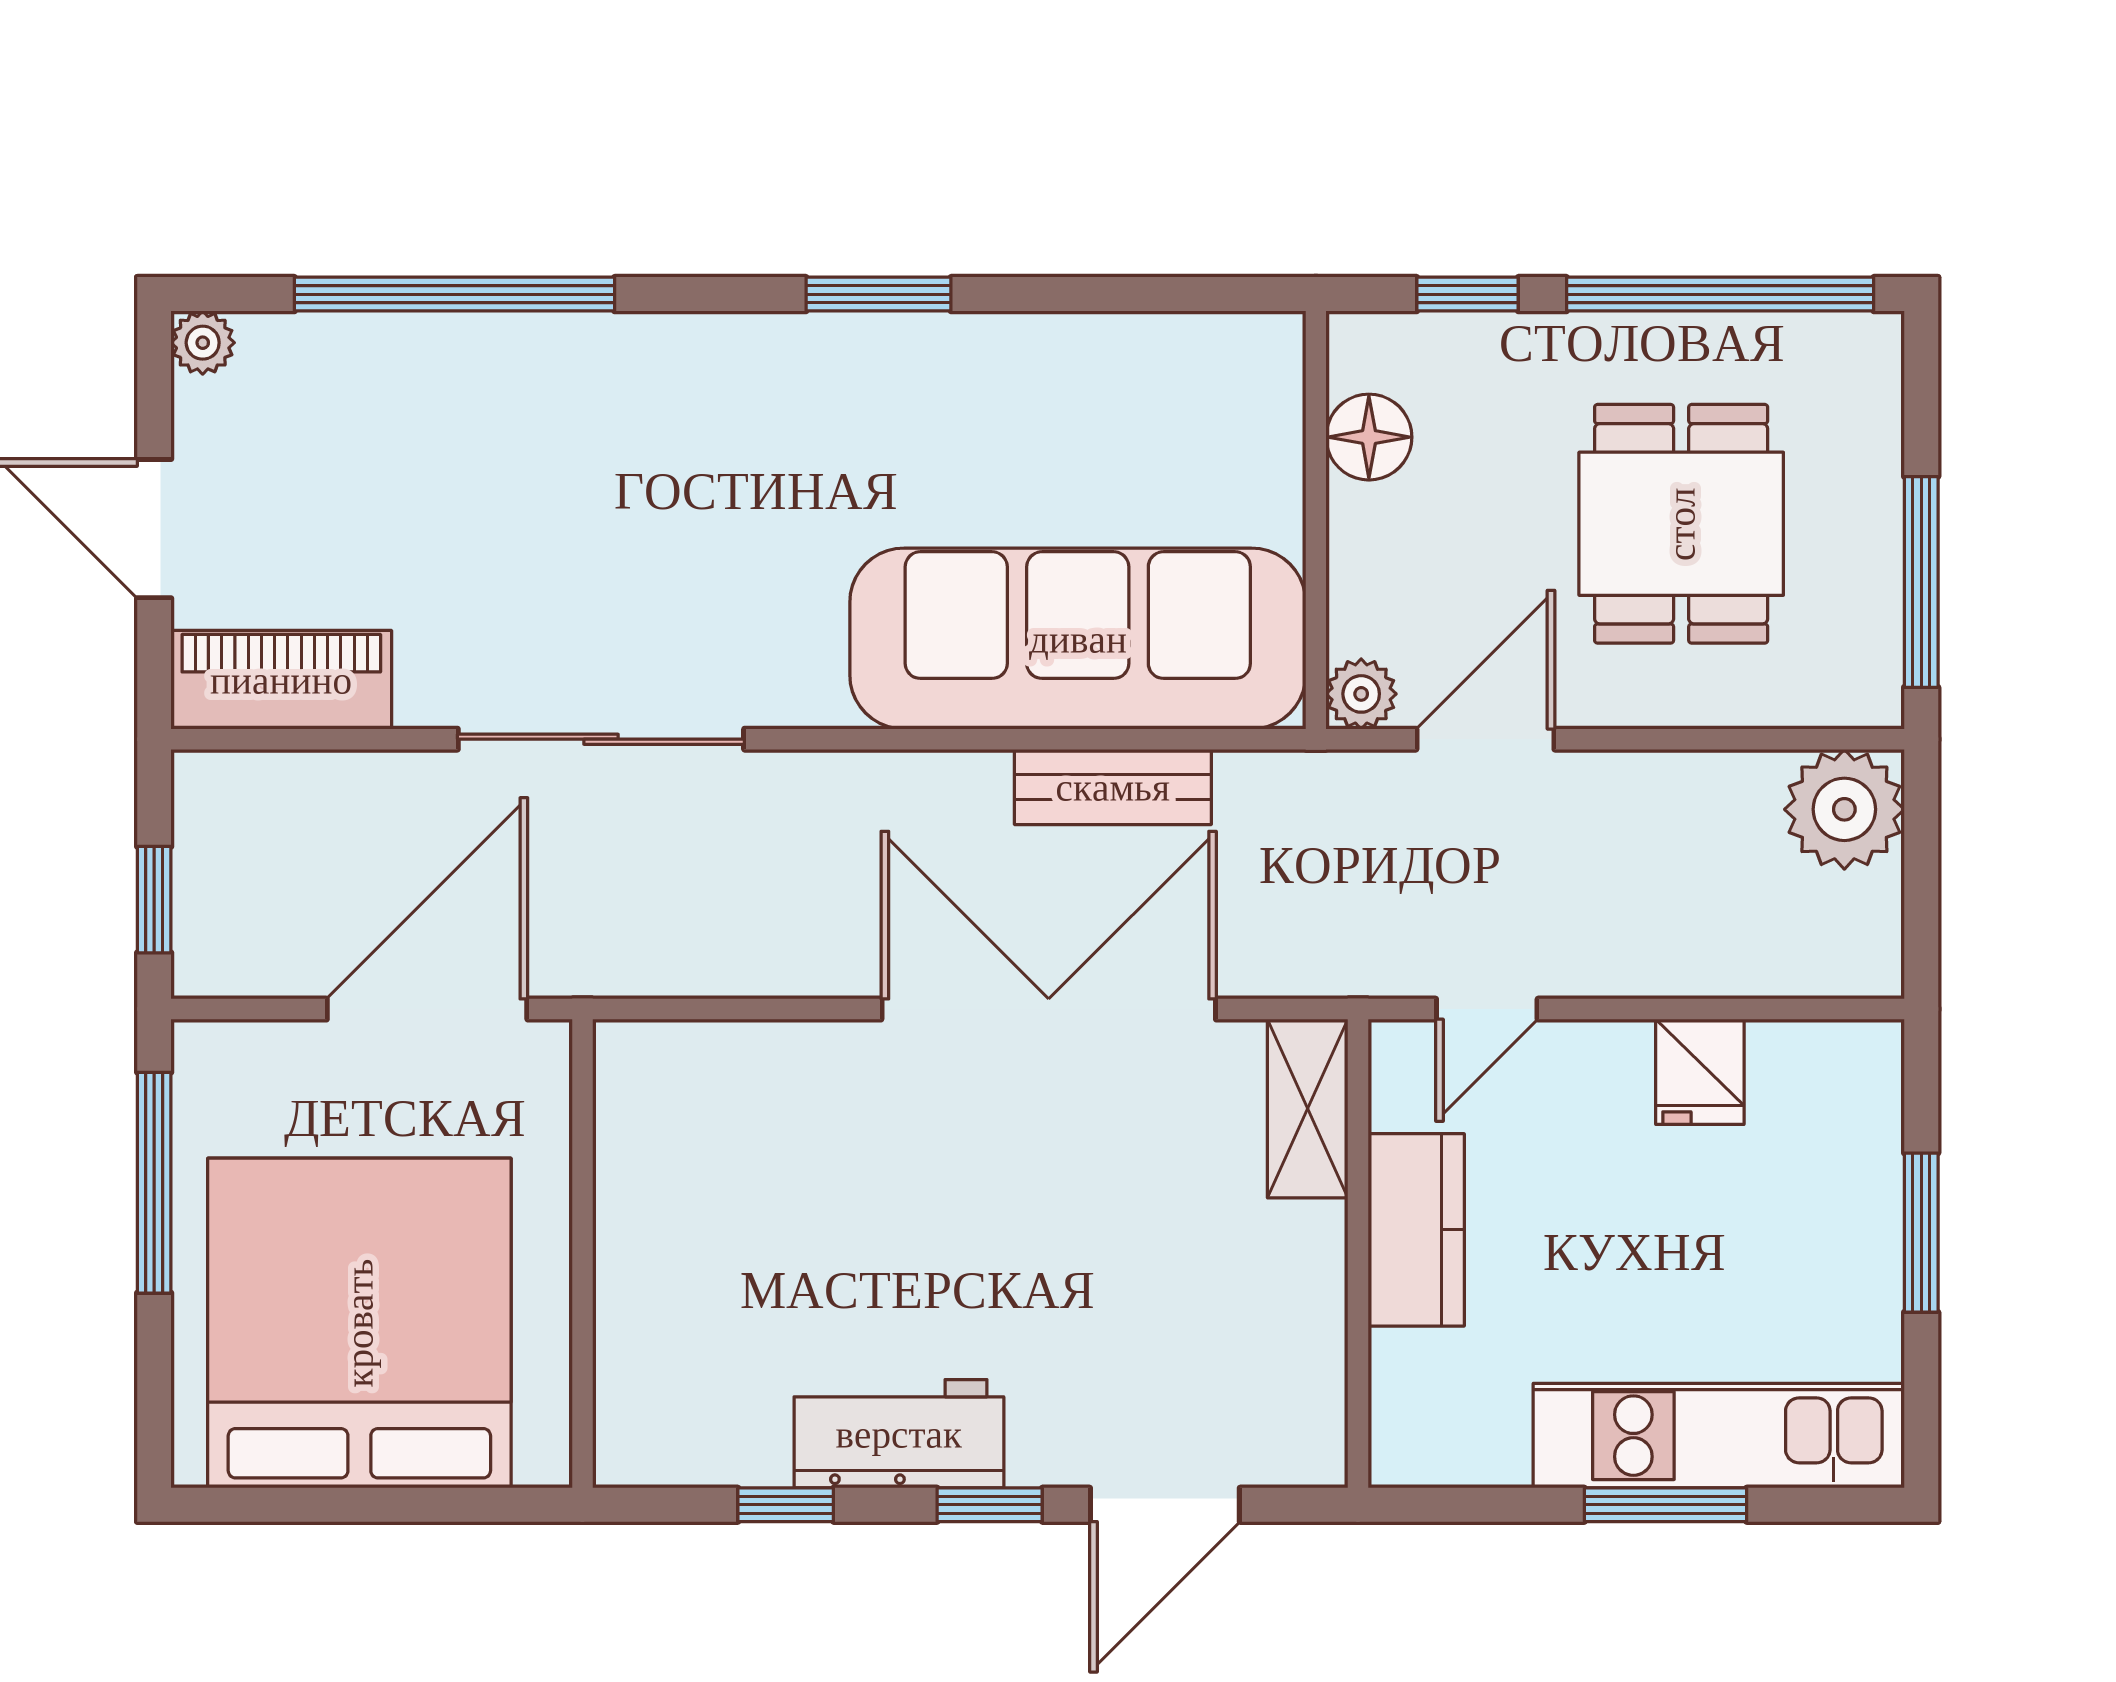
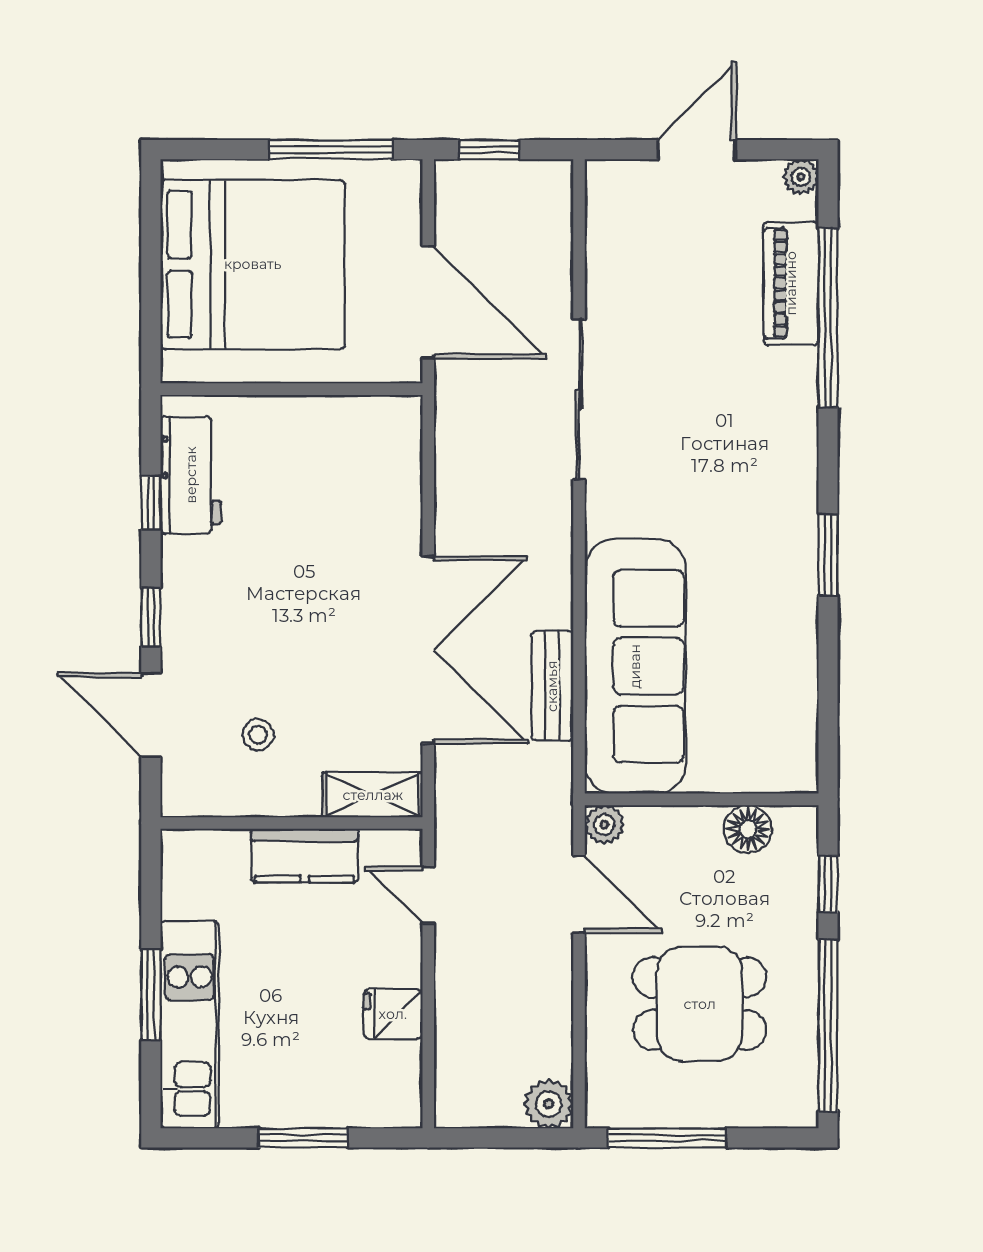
piano: (281, 680) -> (791, 283), moved, turned 180
plant: (1844, 809) -> (549, 1104), width x0.73, depth x0.73
stool: (1201, 1313) -> (258, 735), added
workbench: (899, 1434) -> (191, 475), moved

